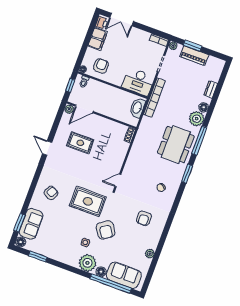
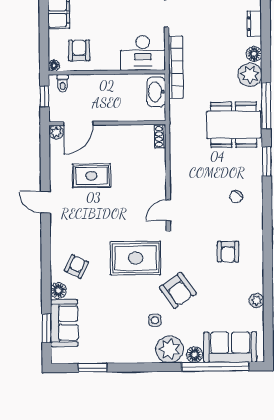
dining table: (176, 145) -> (234, 125), turned 90
floor lamp: (21, 242) -> (58, 290), moved

